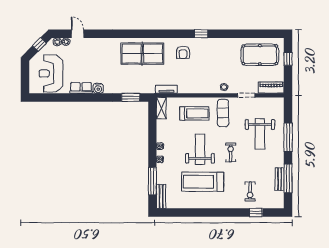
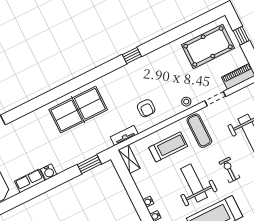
armchair: (183, 52) -> (146, 108), moved

